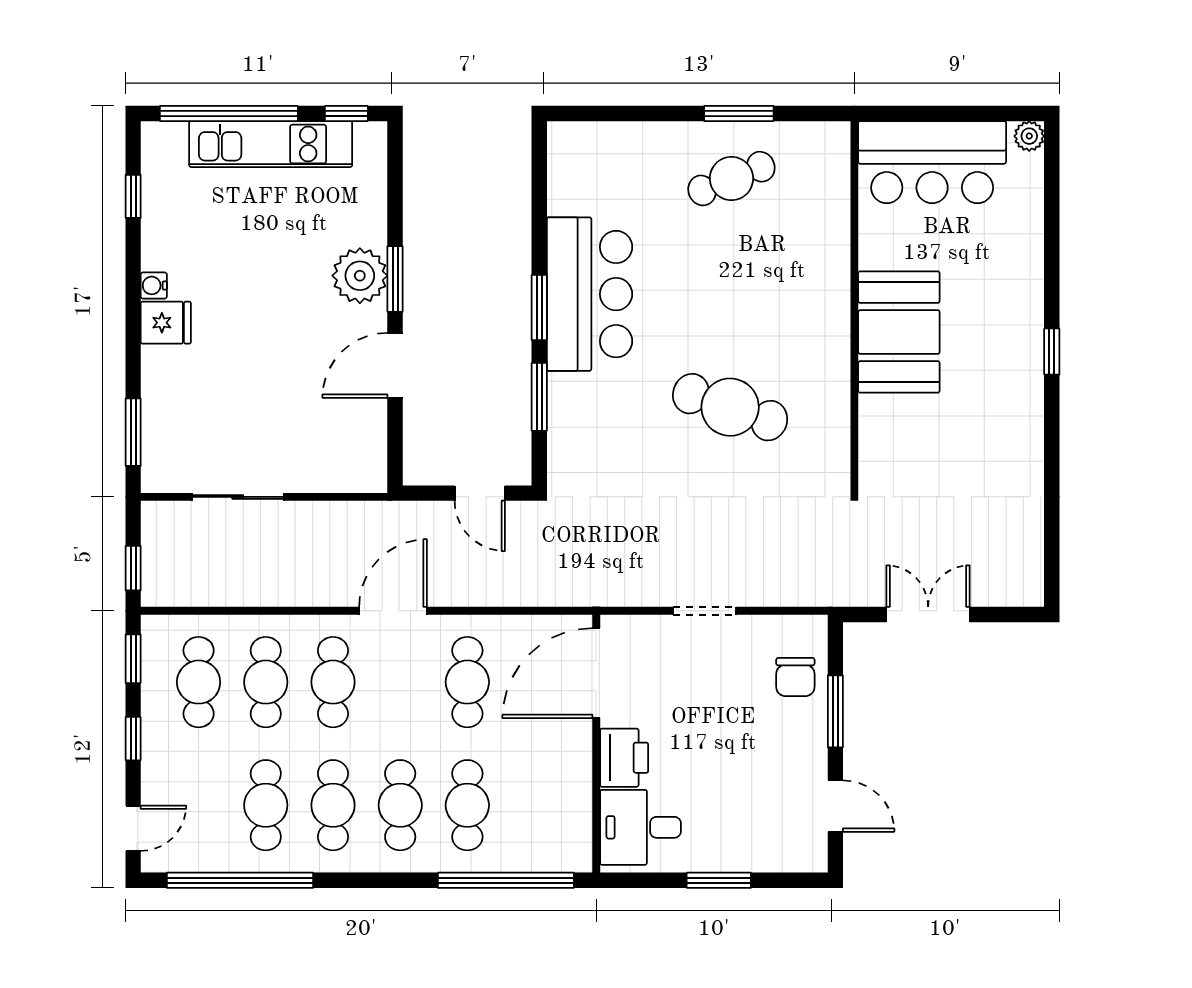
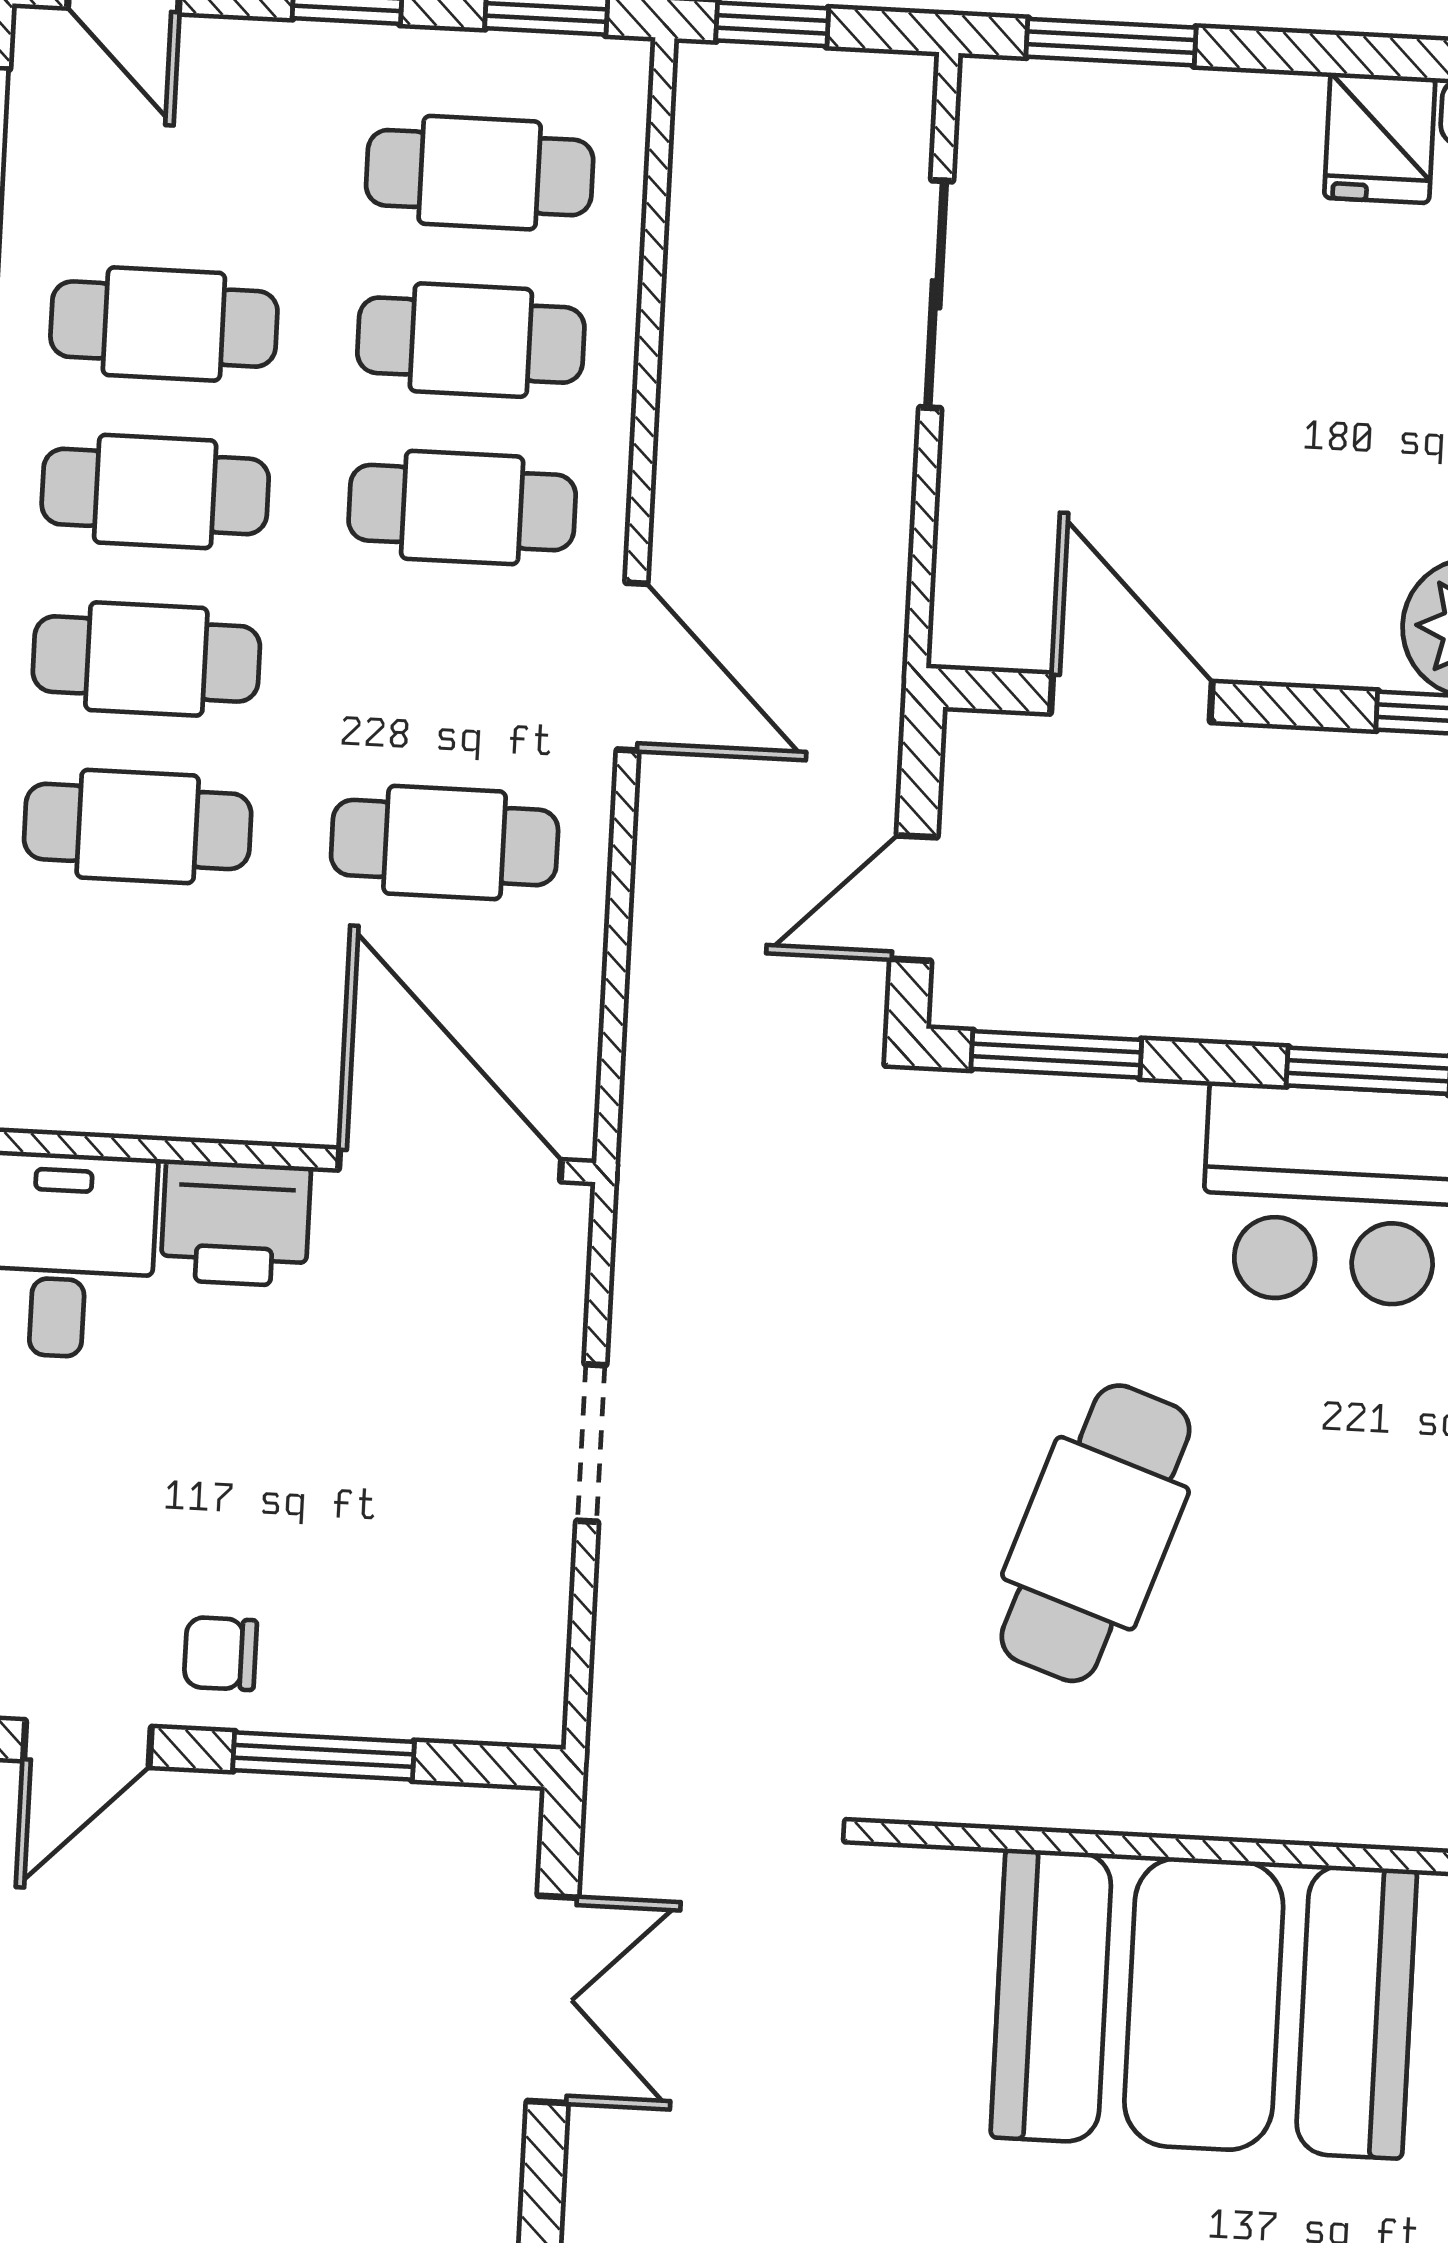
booth: (899, 332) -> (1204, 2004), width x1.36, depth x1.42
door: (395, 365) -> (1131, 698), moved
window: (539, 397) -> (1056, 1054), moved
chair: (795, 677) -> (220, 1654), moved, width x0.73, depth x0.73

